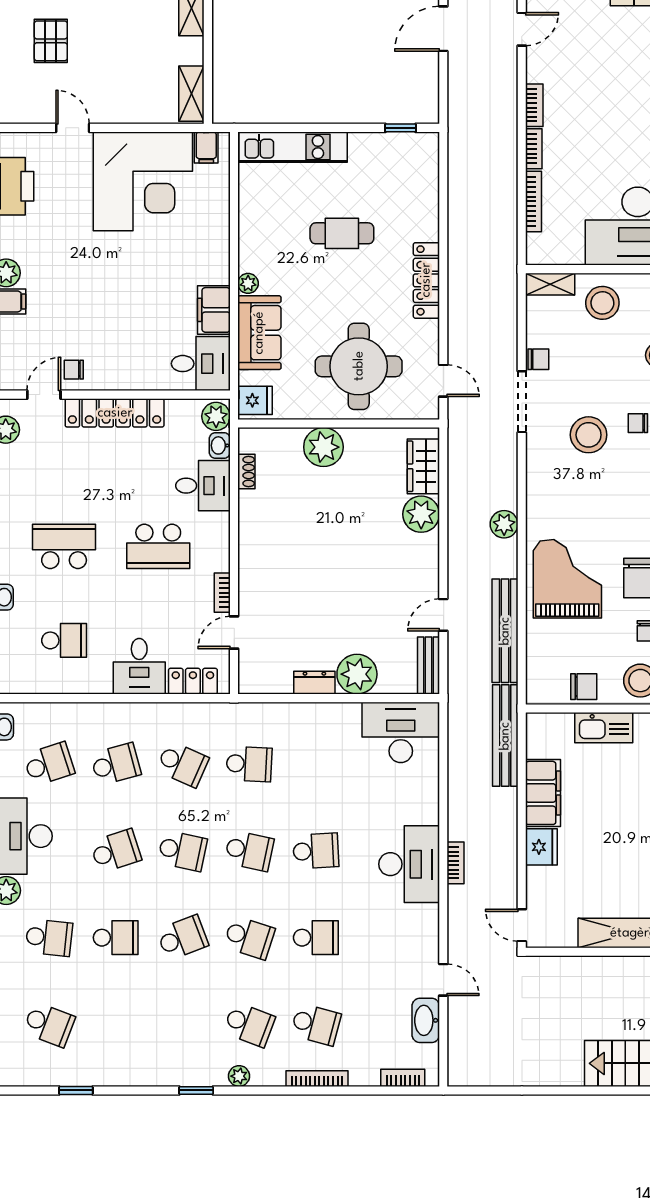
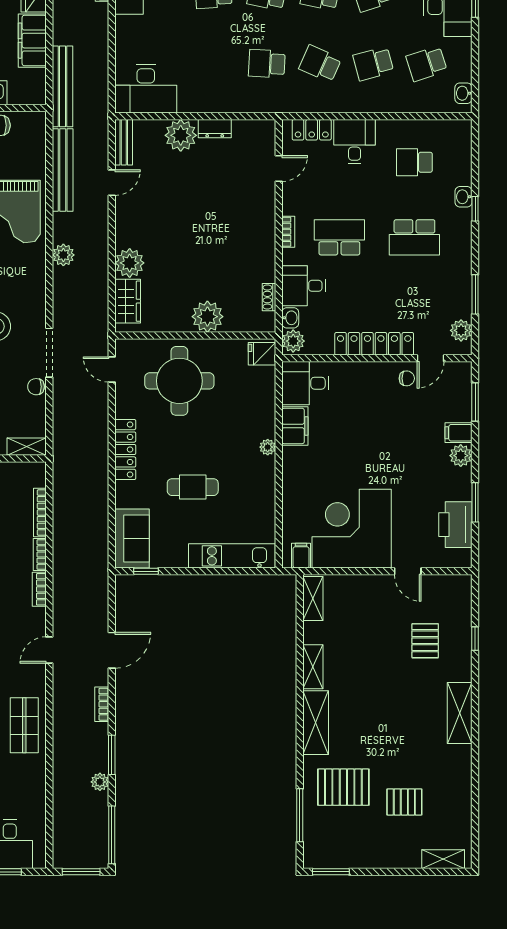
sofa: (259, 333) -> (132, 539), moved, turned 180
bookcase: (222, 593) -> (288, 232), moved

